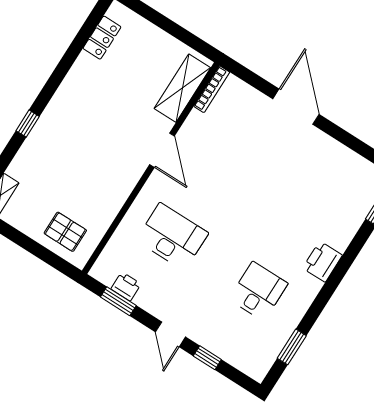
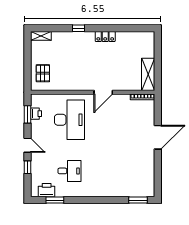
locker: (102, 38) -> (105, 36), moved
shelving: (182, 88) -> (148, 74), moved, turned 90
desk: (172, 237) -> (69, 120), width x1.36, depth x1.30
printer: (322, 262) -> (47, 190), moved
door: (170, 334) -> (28, 145), swing flipped

